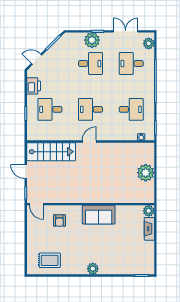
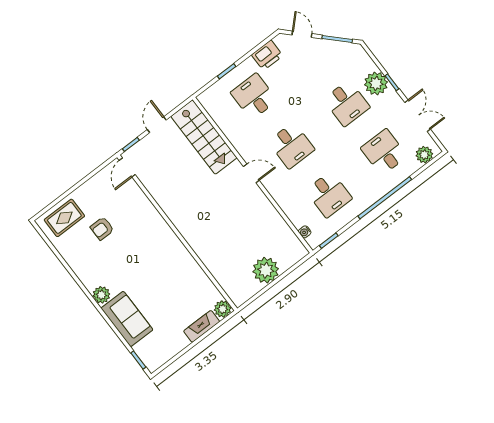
desk: (91, 109) -> (291, 145), turned 180
sofa: (99, 215) -> (127, 319), moved, turned 180
armchair: (59, 221) -> (102, 228), moved
rug: (50, 260) -> (64, 218), moved, turned 90

